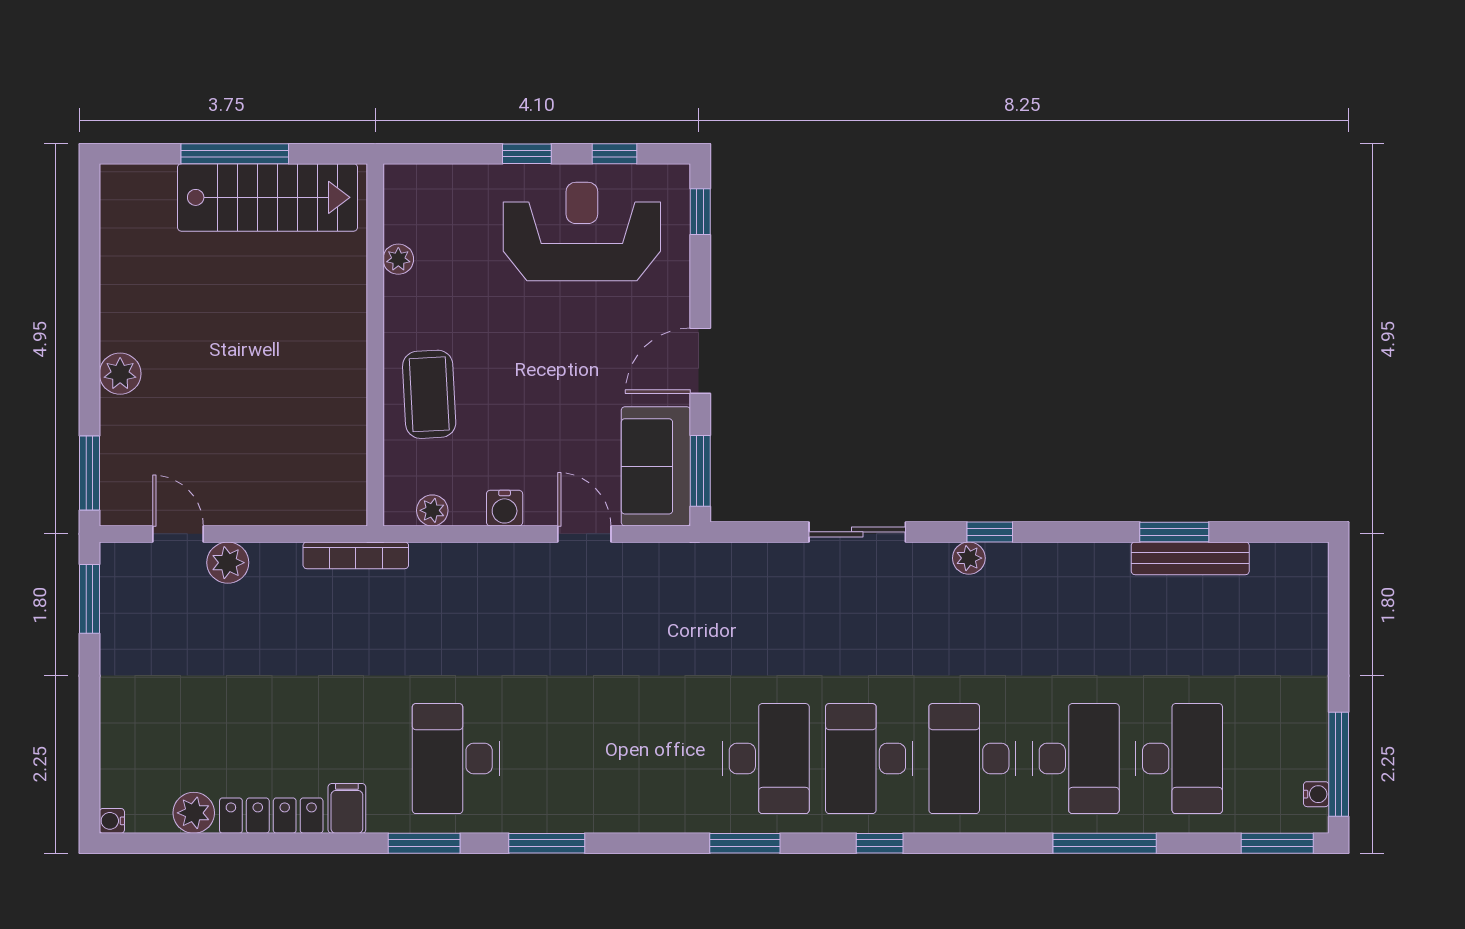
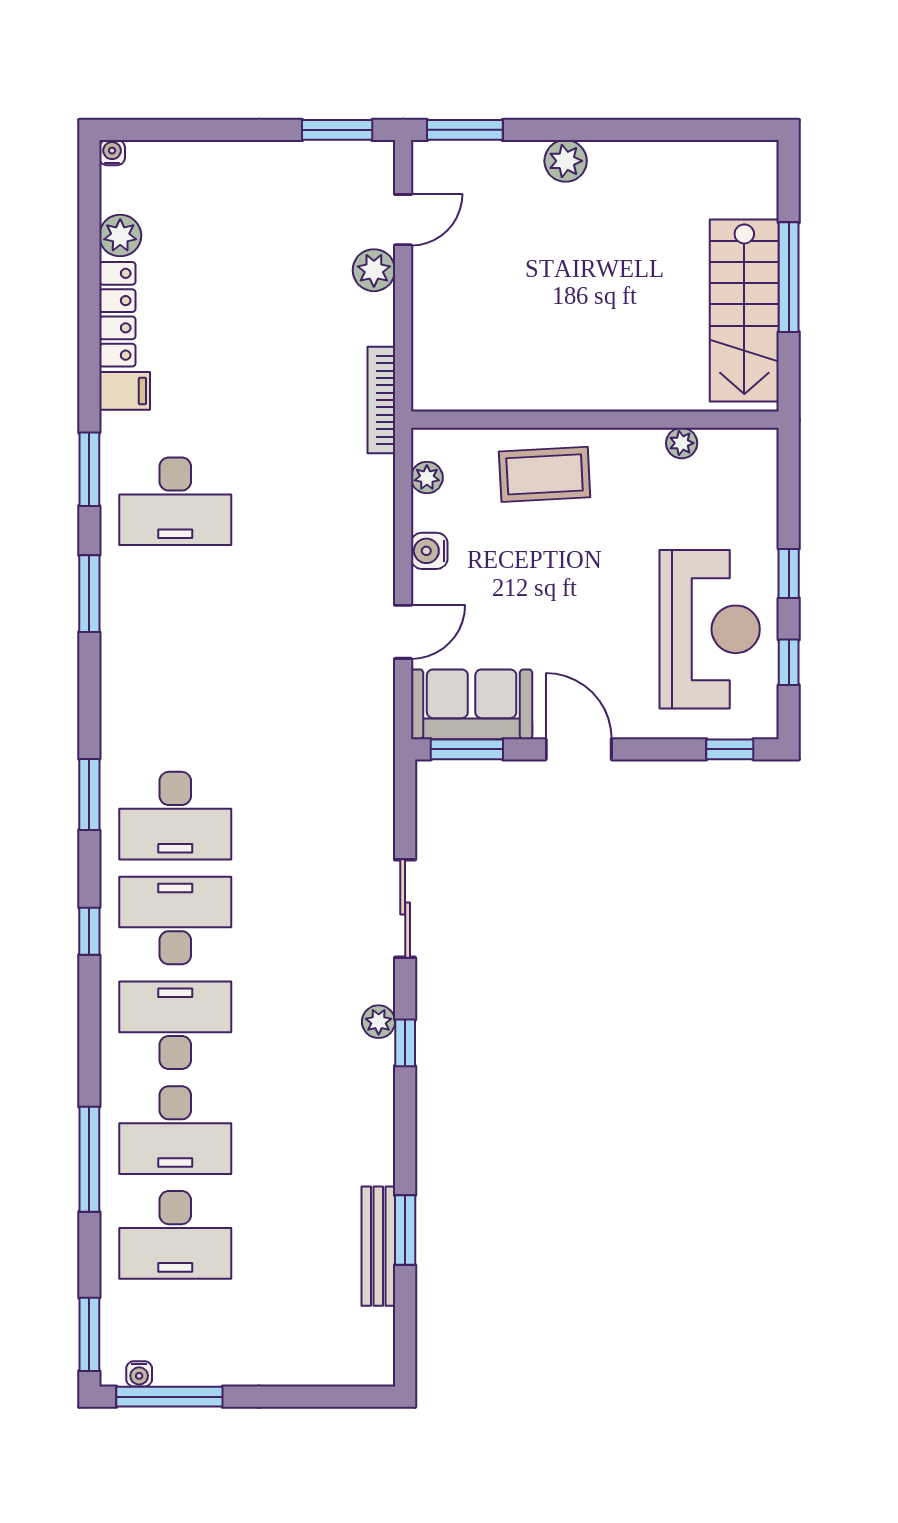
desk: (456, 759) -> (175, 501), turned 180

